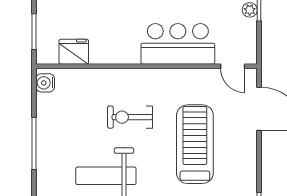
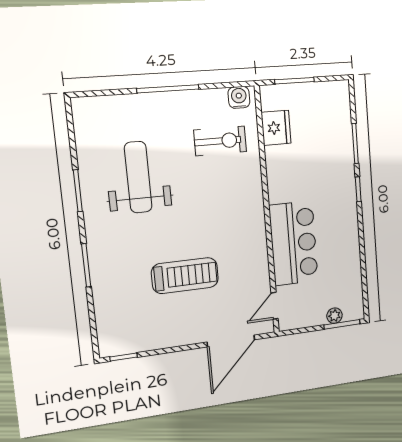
exercise bike: (130, 117) -> (220, 141), moved, turned 90
treadmill: (195, 144) -> (185, 276), width x0.73, depth x0.73

